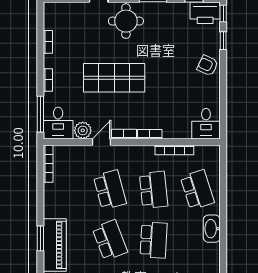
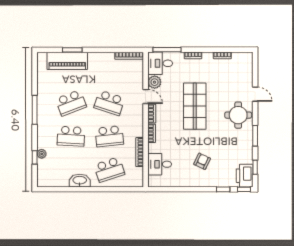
armchair: (208, 65) -> (202, 161), moved
desk: (206, 124) -> (160, 164), moved
school desk: (110, 190) -> (109, 103), turned 33

